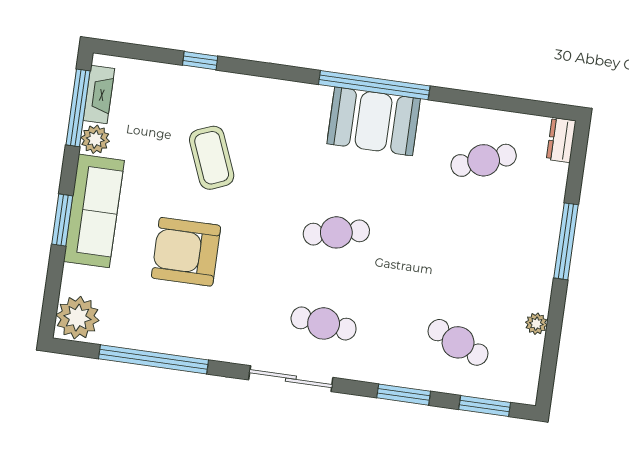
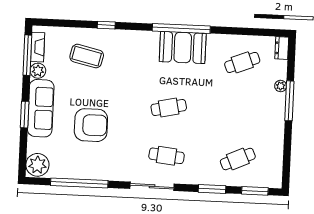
window: (200, 61) -> (106, 25), moved
coffee table: (212, 158) -> (87, 56), moved, turned -55
armchair: (186, 252) -> (91, 125), turned 180
plant: (536, 324) -> (281, 86), moved
cafe table: (458, 342) -> (238, 159), turned -48

